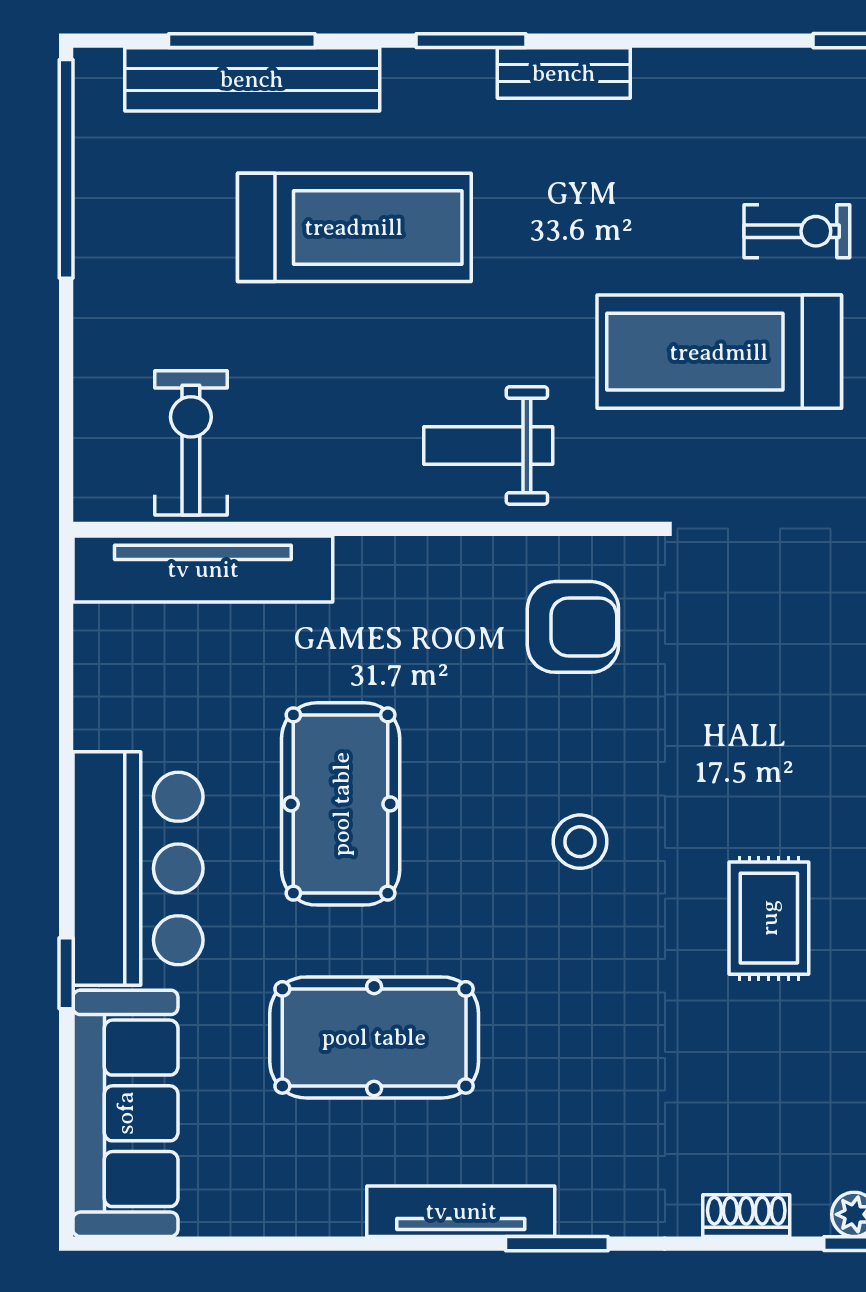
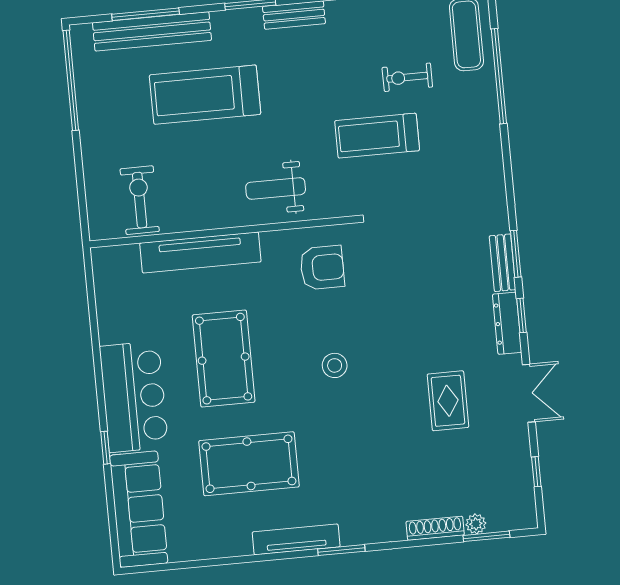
treadmill: (354, 227) -> (205, 95), turned 180
exercise bike: (797, 231) -> (407, 77), turned 180
treadmill: (719, 352) -> (377, 136), width x0.73, depth x0.73
tv unit: (203, 569) -> (200, 252), moved
rug: (769, 918) -> (448, 401), moved
shoe rack: (746, 1216) -> (435, 528), width x1.43

